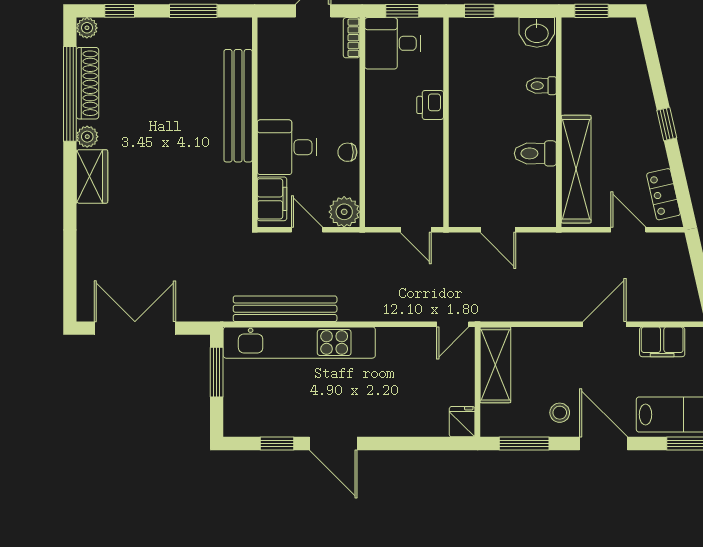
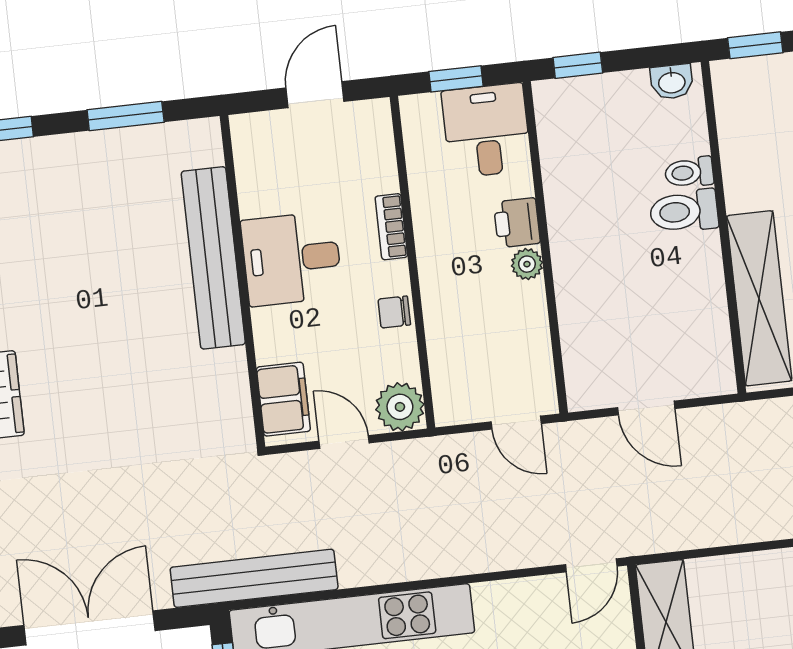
washbasin: (537, 32) -> (672, 82), width x0.72, depth x0.69
bookcase: (351, 38) -> (391, 227), moved
desk: (393, 43) -> (487, 131), moved, turned 90
plant: (434, 132) -> (527, 264), added
desk: (287, 147) -> (292, 259), moved
toilet: (535, 153) -> (684, 211), moved
bench: (285, 309) -> (254, 578), moved

